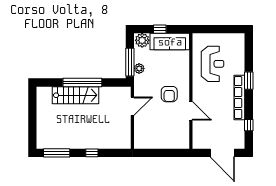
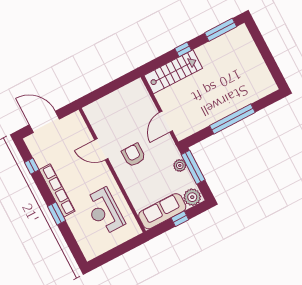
stairs: (75, 95) -> (173, 72), moved, turned 180

